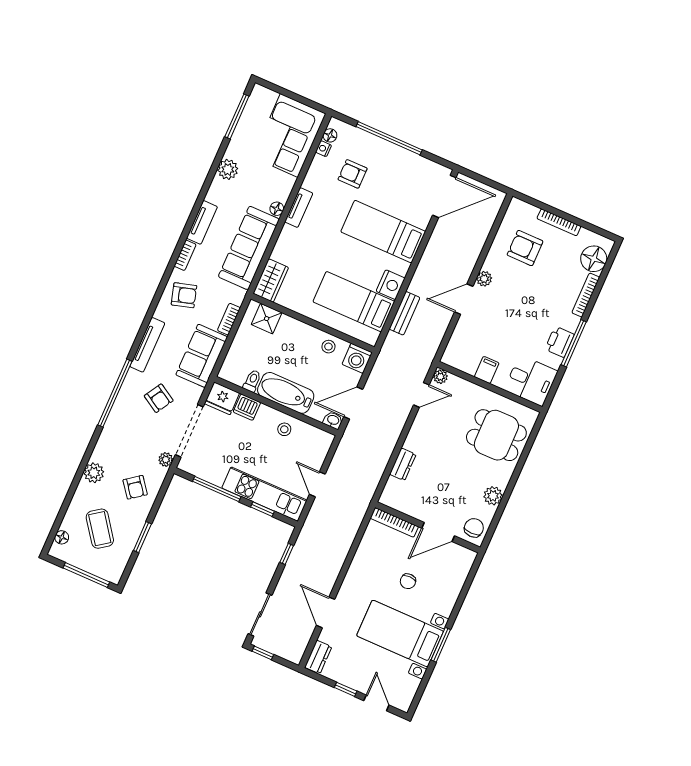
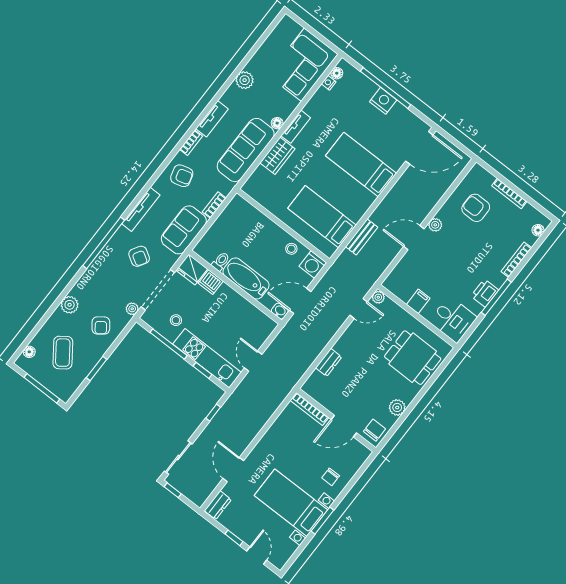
window: (237, 116) -> (263, 38), removed
armchair: (353, 174) -> (348, 110), removed
floor lamp: (594, 259) -> (538, 230), width x0.53, depth x0.53
wardrobe: (271, 280) -> (277, 156), moved
nightstand: (391, 285) -> (383, 101), moved, turned -90
shower: (267, 319) -> (246, 213), removed
stool: (284, 429) -> (176, 320), moved
chair: (408, 581) -> (331, 477), moved

